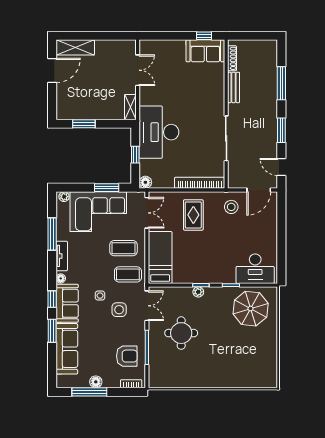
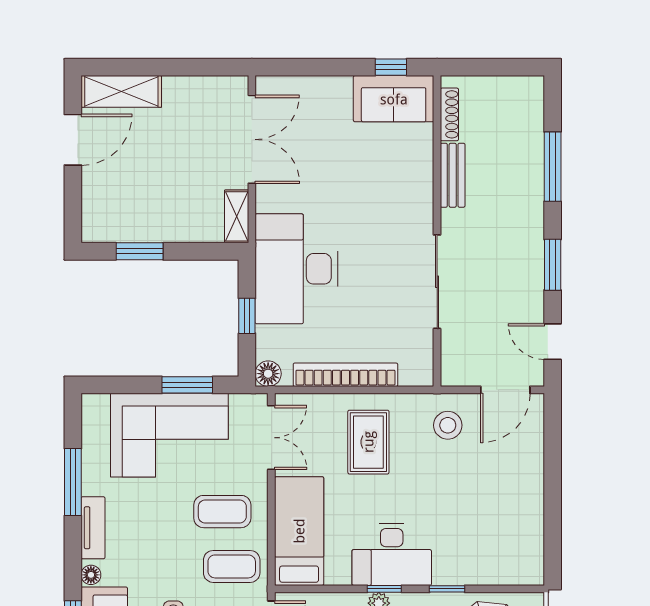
double door: (138, 70) -> (252, 139), width x1.37
bookcase: (200, 183) -> (345, 375), moved
plant: (64, 197) -> (98, 404), removed
desk: (255, 269) -> (392, 554), moved

